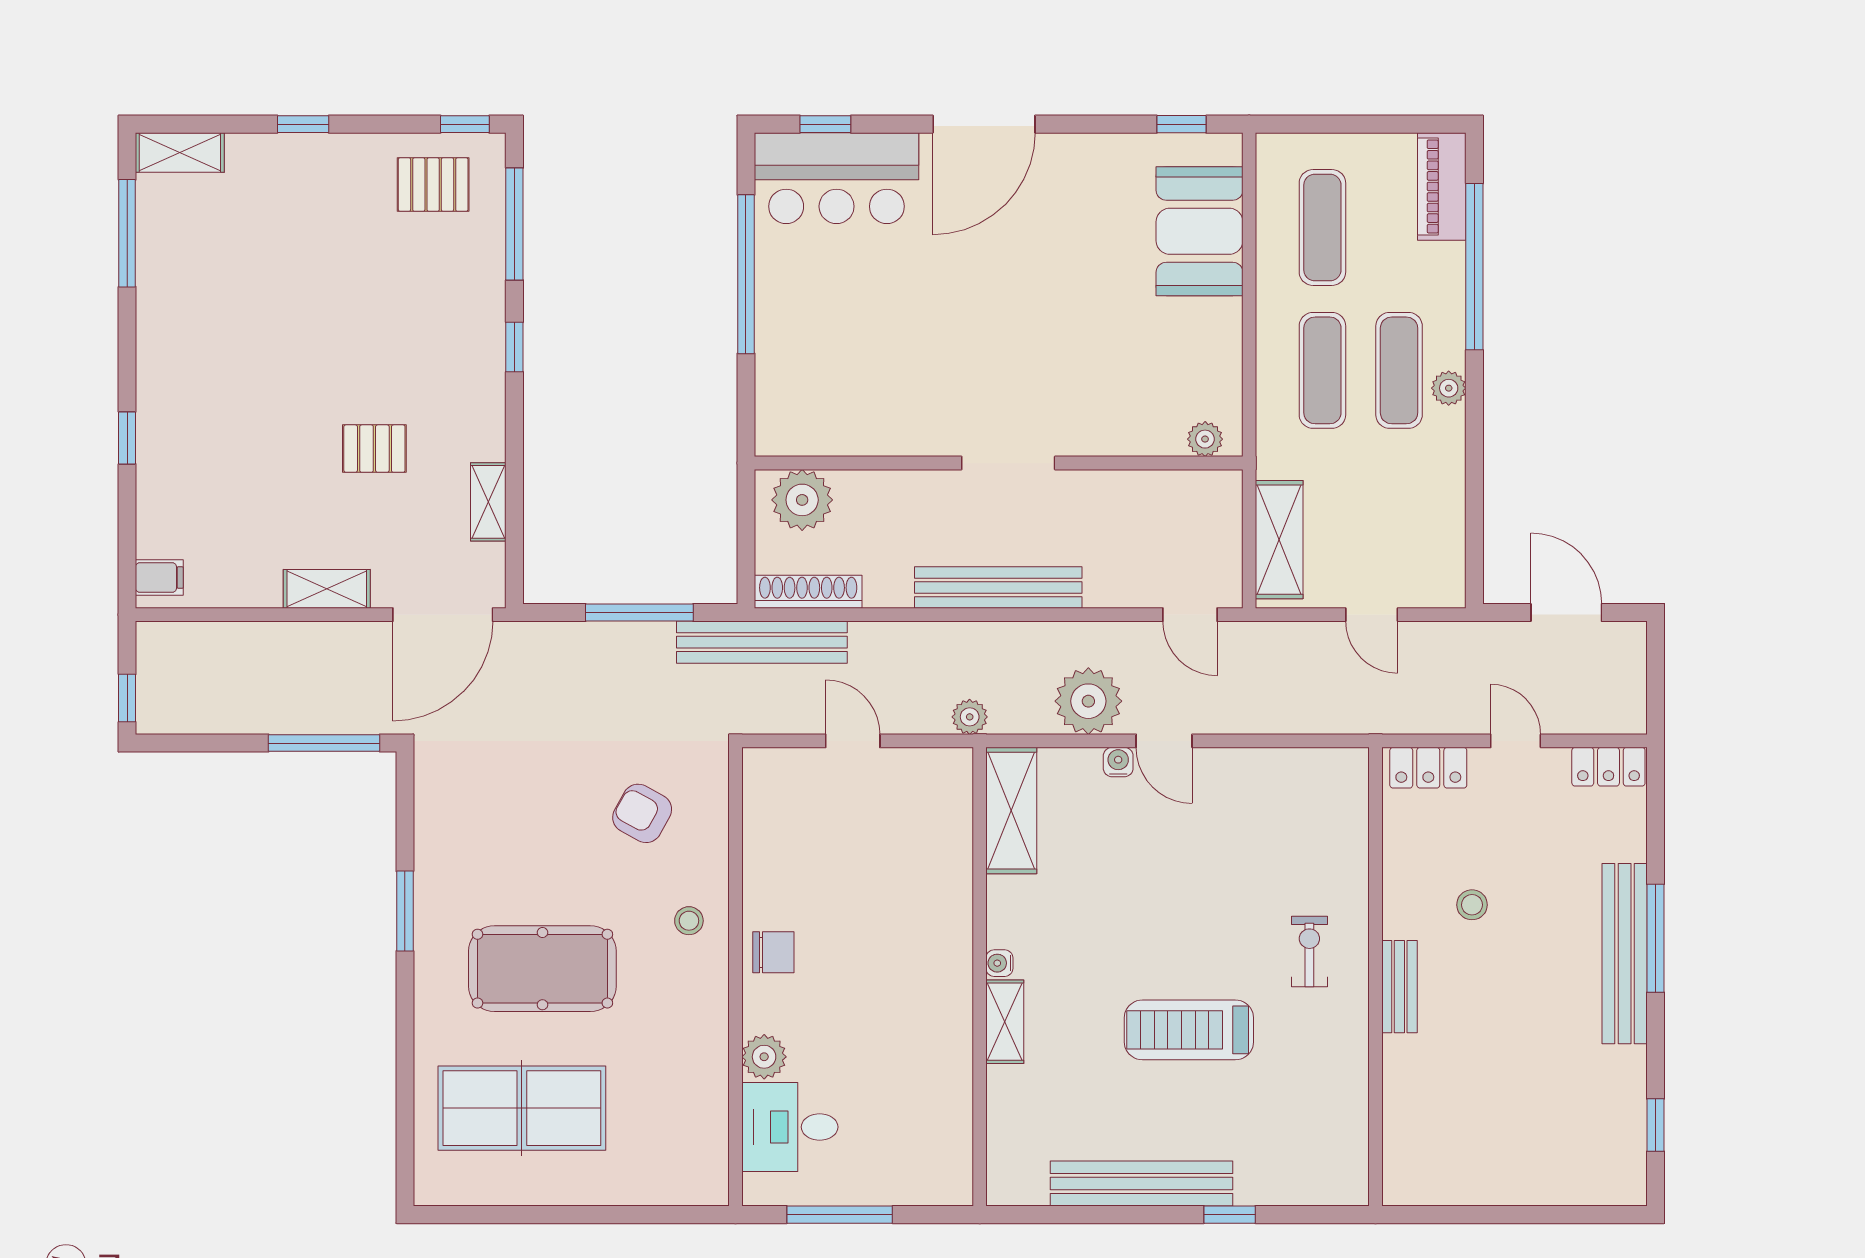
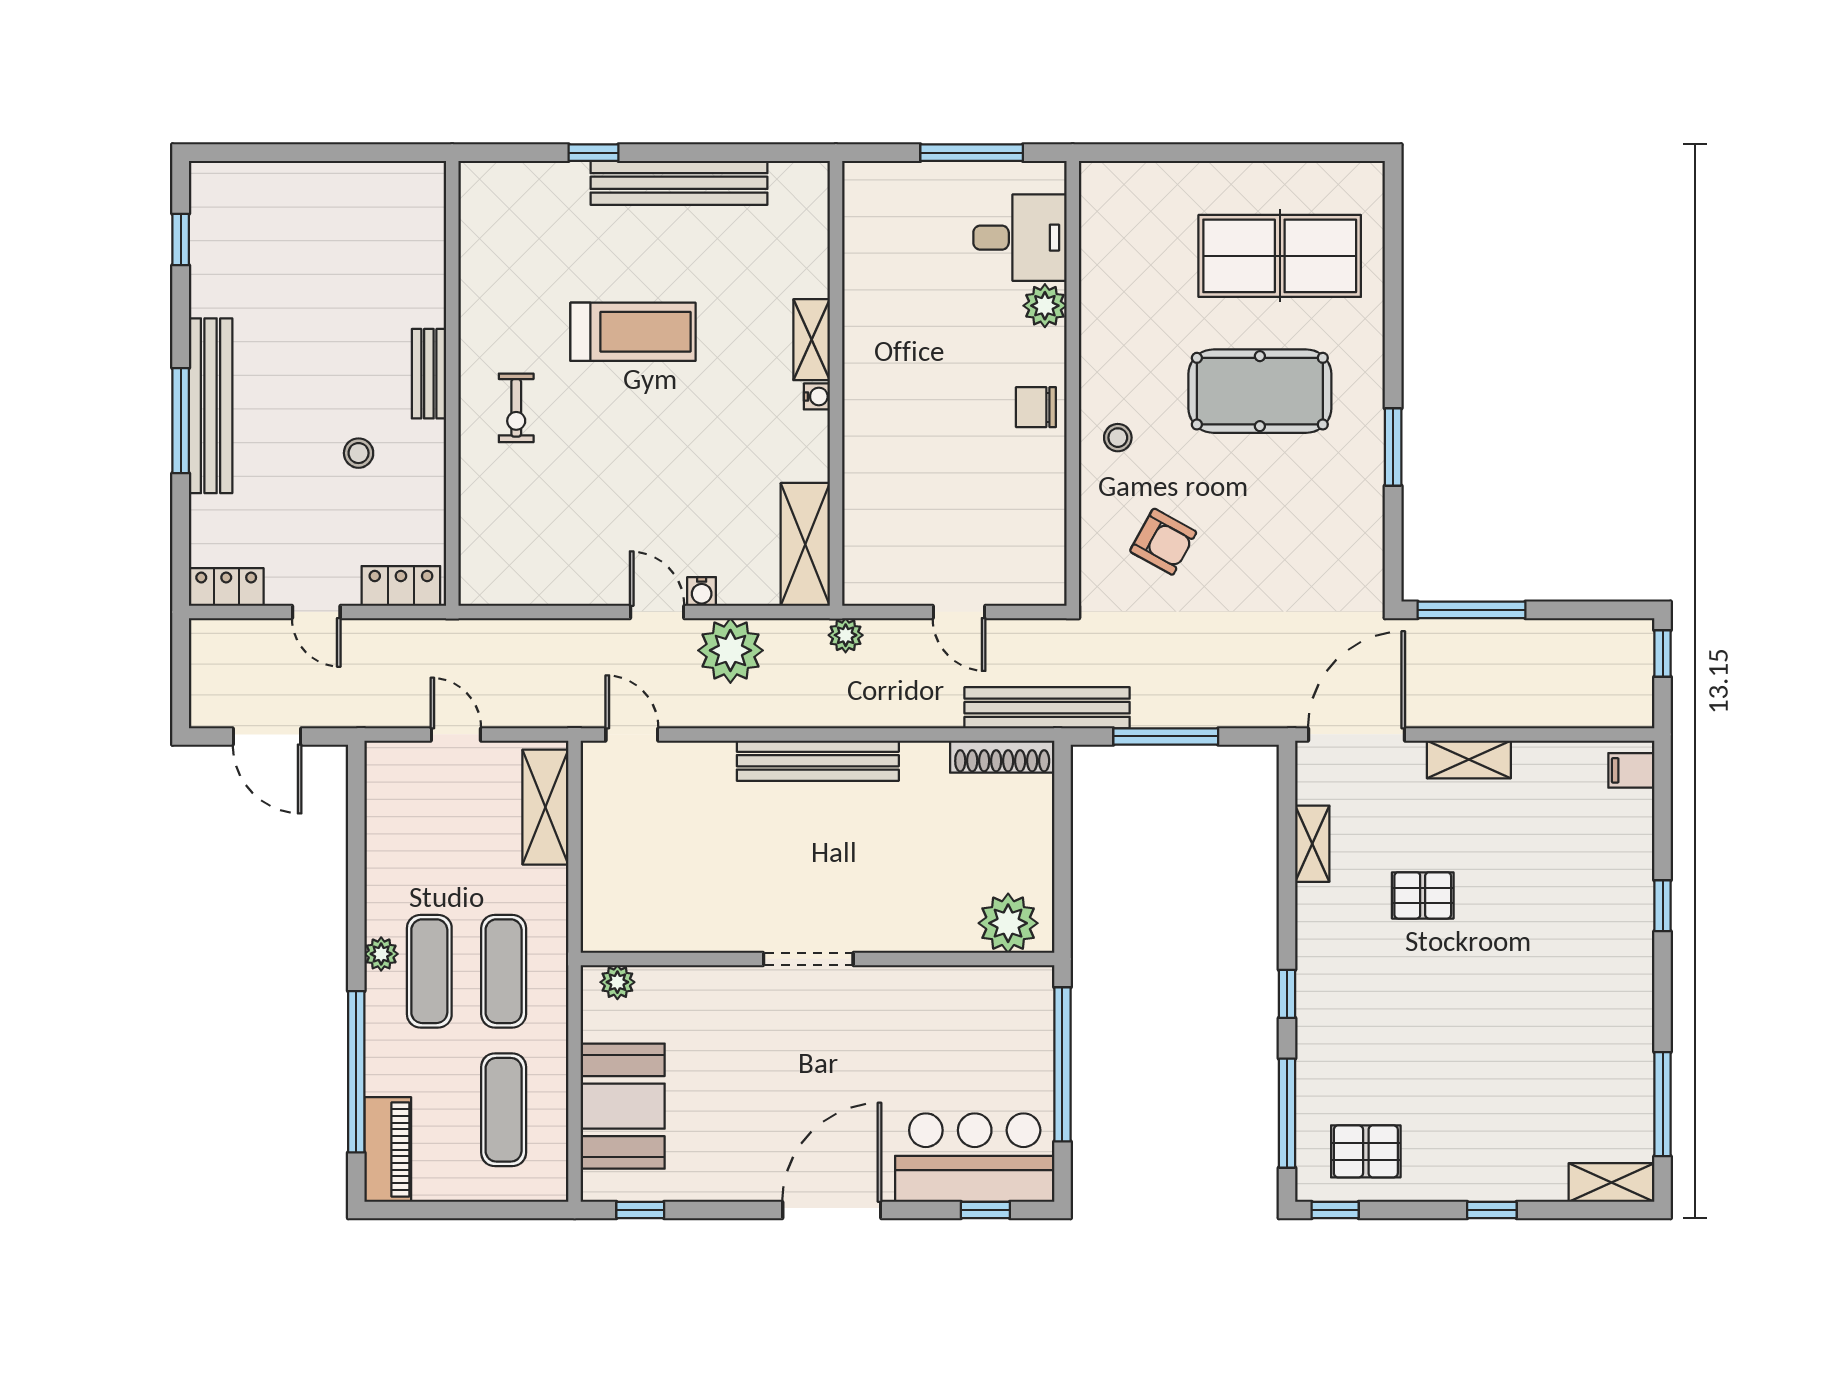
plant: (1205, 439) -> (617, 982), moved
wall: (999, 463) -> (818, 959), moved
doorway: (1008, 463) -> (808, 959), moved
plant: (802, 500) -> (1008, 923), moved

